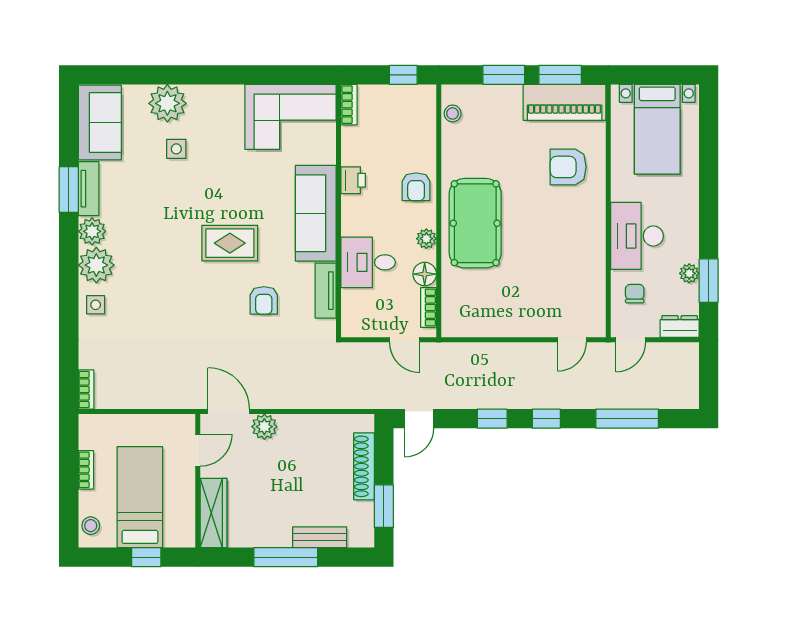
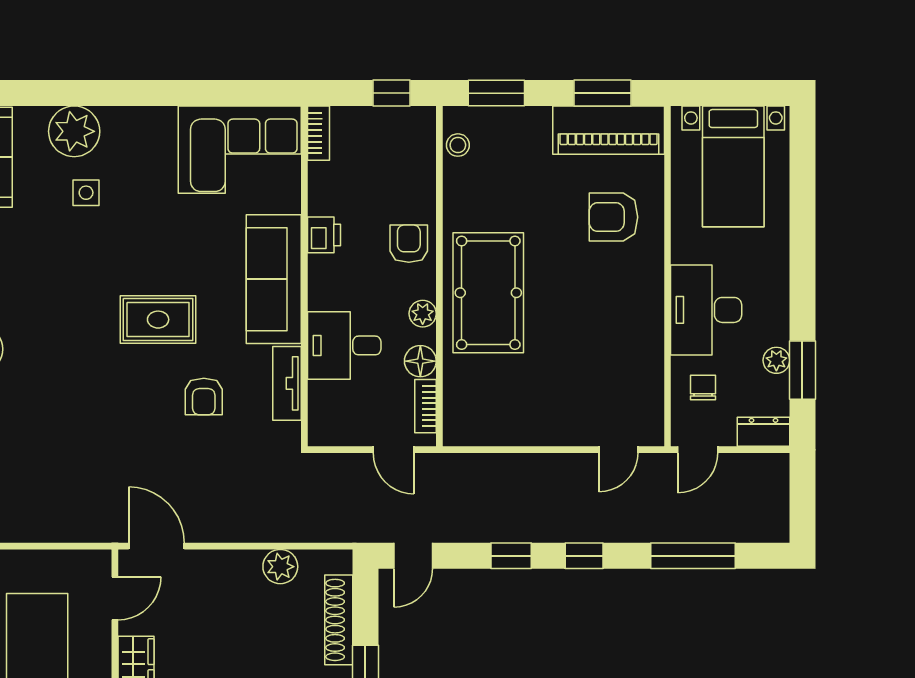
window: (504, 75) -> (496, 93), moved
armchair: (416, 187) -> (409, 244), turned 180
plant: (264, 427) -> (280, 567), moved

